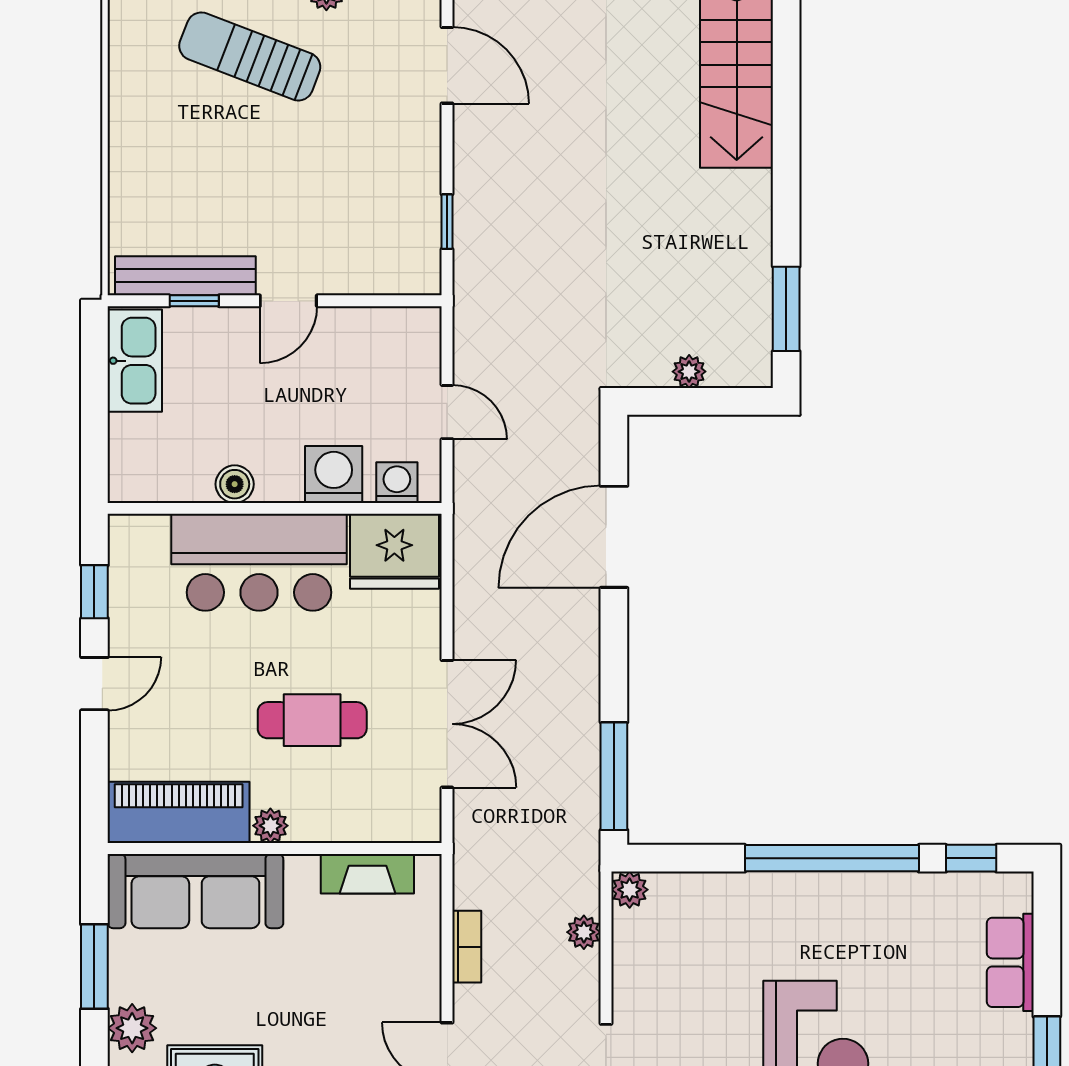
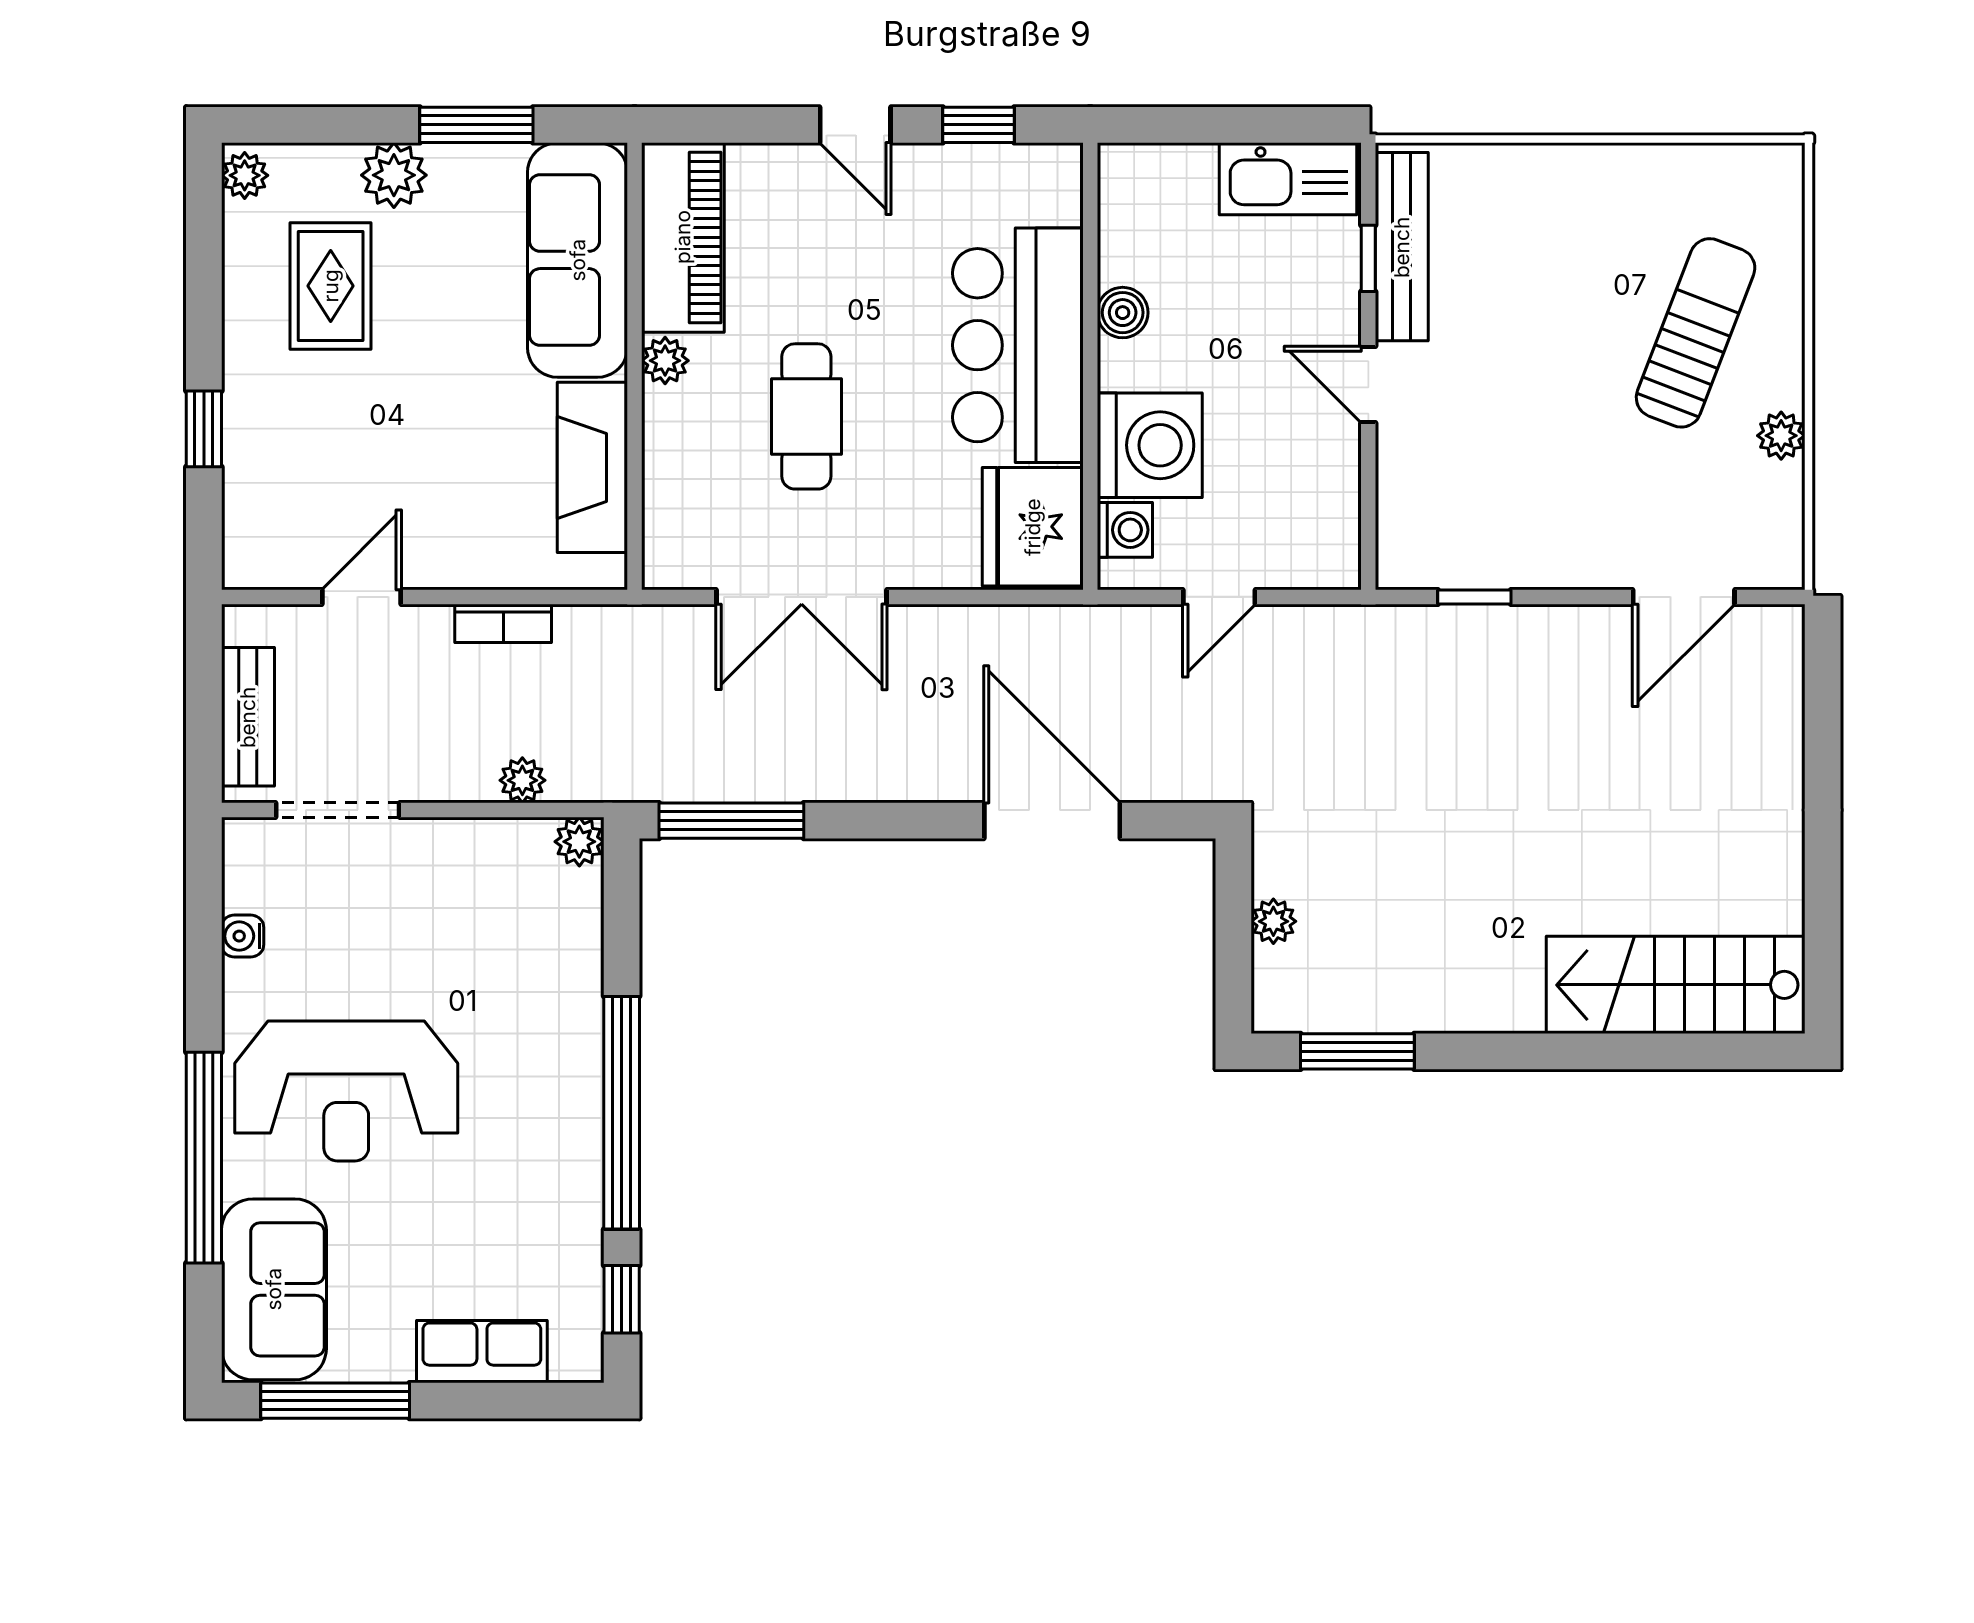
washing machine: (334, 475) -> (1150, 445), width x1.37, depth x1.37
fireplace: (367, 874) -> (592, 467), width x1.37, depth x1.32

